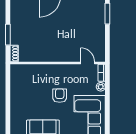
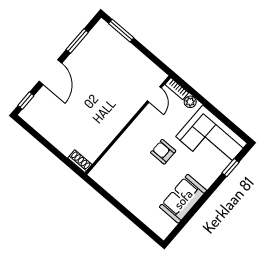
window: (8, 35) -> (55, 151), removed
door: (88, 63) -> (154, 94), swing flipped

